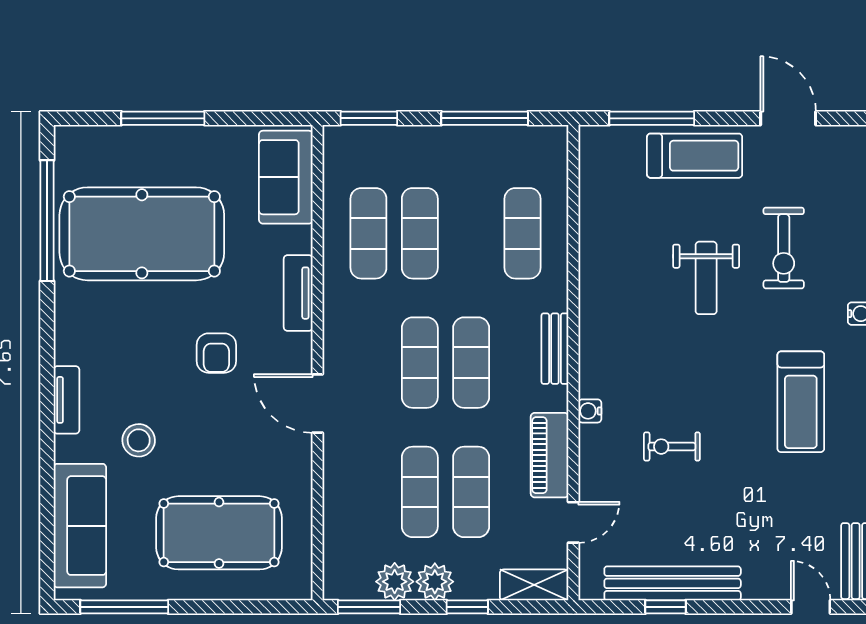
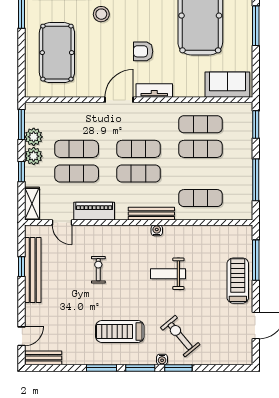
treadmill: (695, 156) -> (238, 281), turned 180
exercise bike: (784, 248) -> (180, 336), moved, turned 50
weight bench: (706, 278) -> (168, 274), moved
tv unit: (298, 293) -> (154, 91), moved
bench: (555, 349) -> (151, 214), width x1.36
water cooler: (590, 411) -> (157, 230), moved

